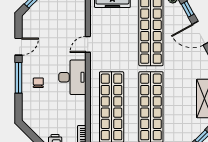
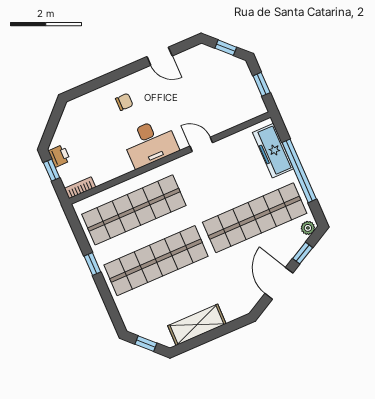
window: (19, 78) -> (119, 74), removed

